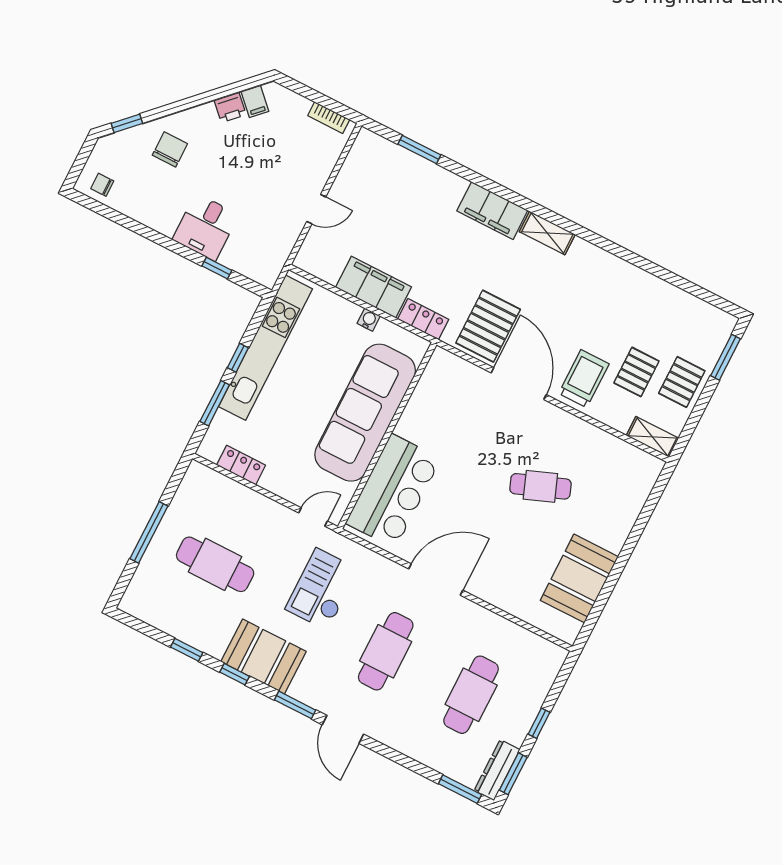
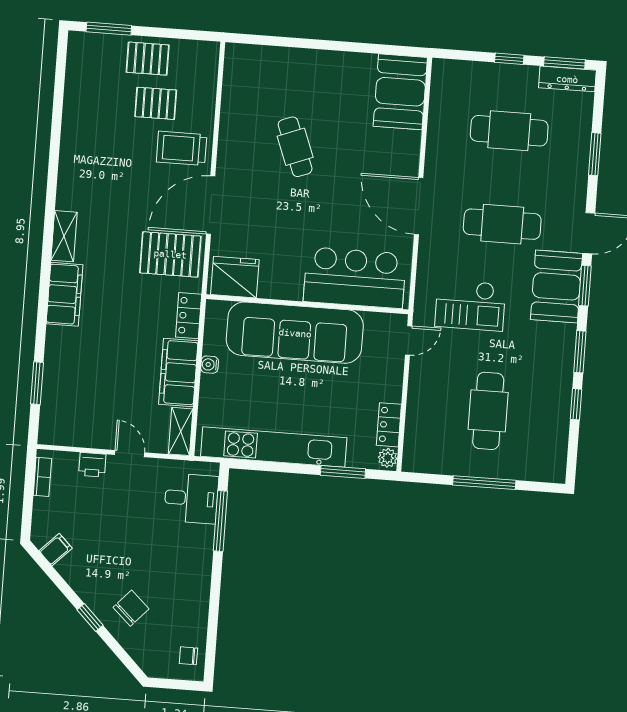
printer: (230, 107) -> (92, 465), moved, turned 135
window: (127, 123) -> (90, 618), moved
chair: (170, 149) -> (131, 608), turned 133
chair: (102, 185) -> (188, 656), turned 90
desk: (206, 227) -> (191, 498), moved
window: (217, 268) -> (220, 521), width x2.17
window: (238, 358) -> (293, 468), removed
fridge: (441, 378) -> (235, 277), added
shelving: (652, 437) -> (181, 431), moved
plant: (210, 451) -> (388, 458), added
door: (313, 517) -> (409, 340), swing flipped
booth: (579, 578) -> (400, 92), moved, turned 90
booth: (264, 657) -> (557, 286), moved
window: (235, 674) -> (580, 352), width x1.50
window: (460, 789) -> (595, 154), moved

